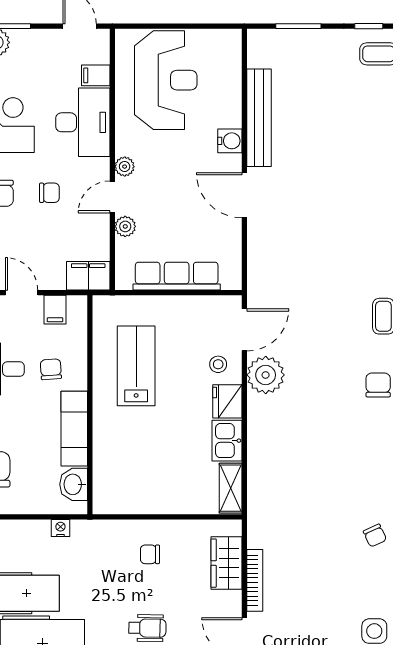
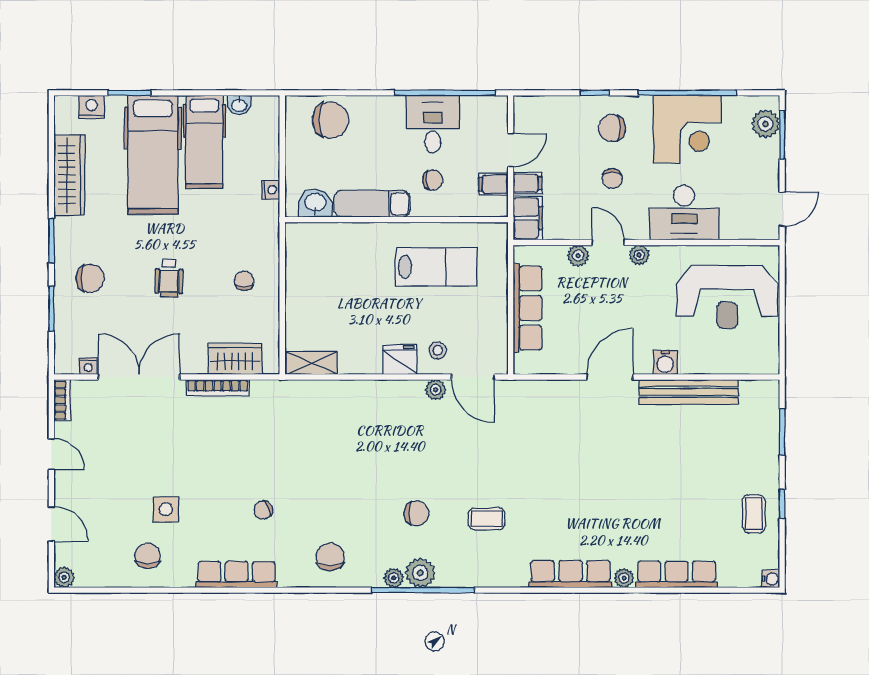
filing cabinet: (96, 75) -> (528, 183), moved, turned 90
plant: (266, 375) -> (436, 390), width x0.53, depth x0.53
kitchen sink: (227, 441) -> (360, 359), removed

